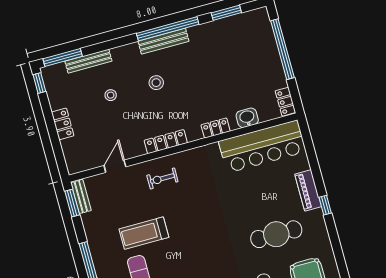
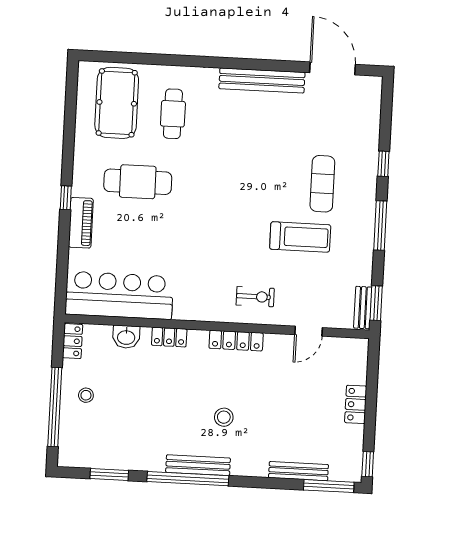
stool: (111, 95) -> (86, 395), moved

